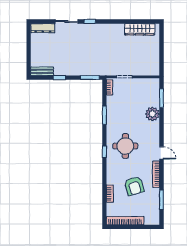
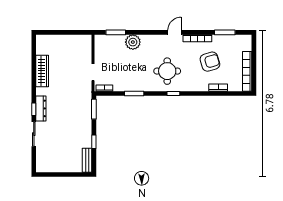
dresser: (43, 28) -> (41, 108), moved
wardrobe: (140, 29) -> (42, 71), moved

